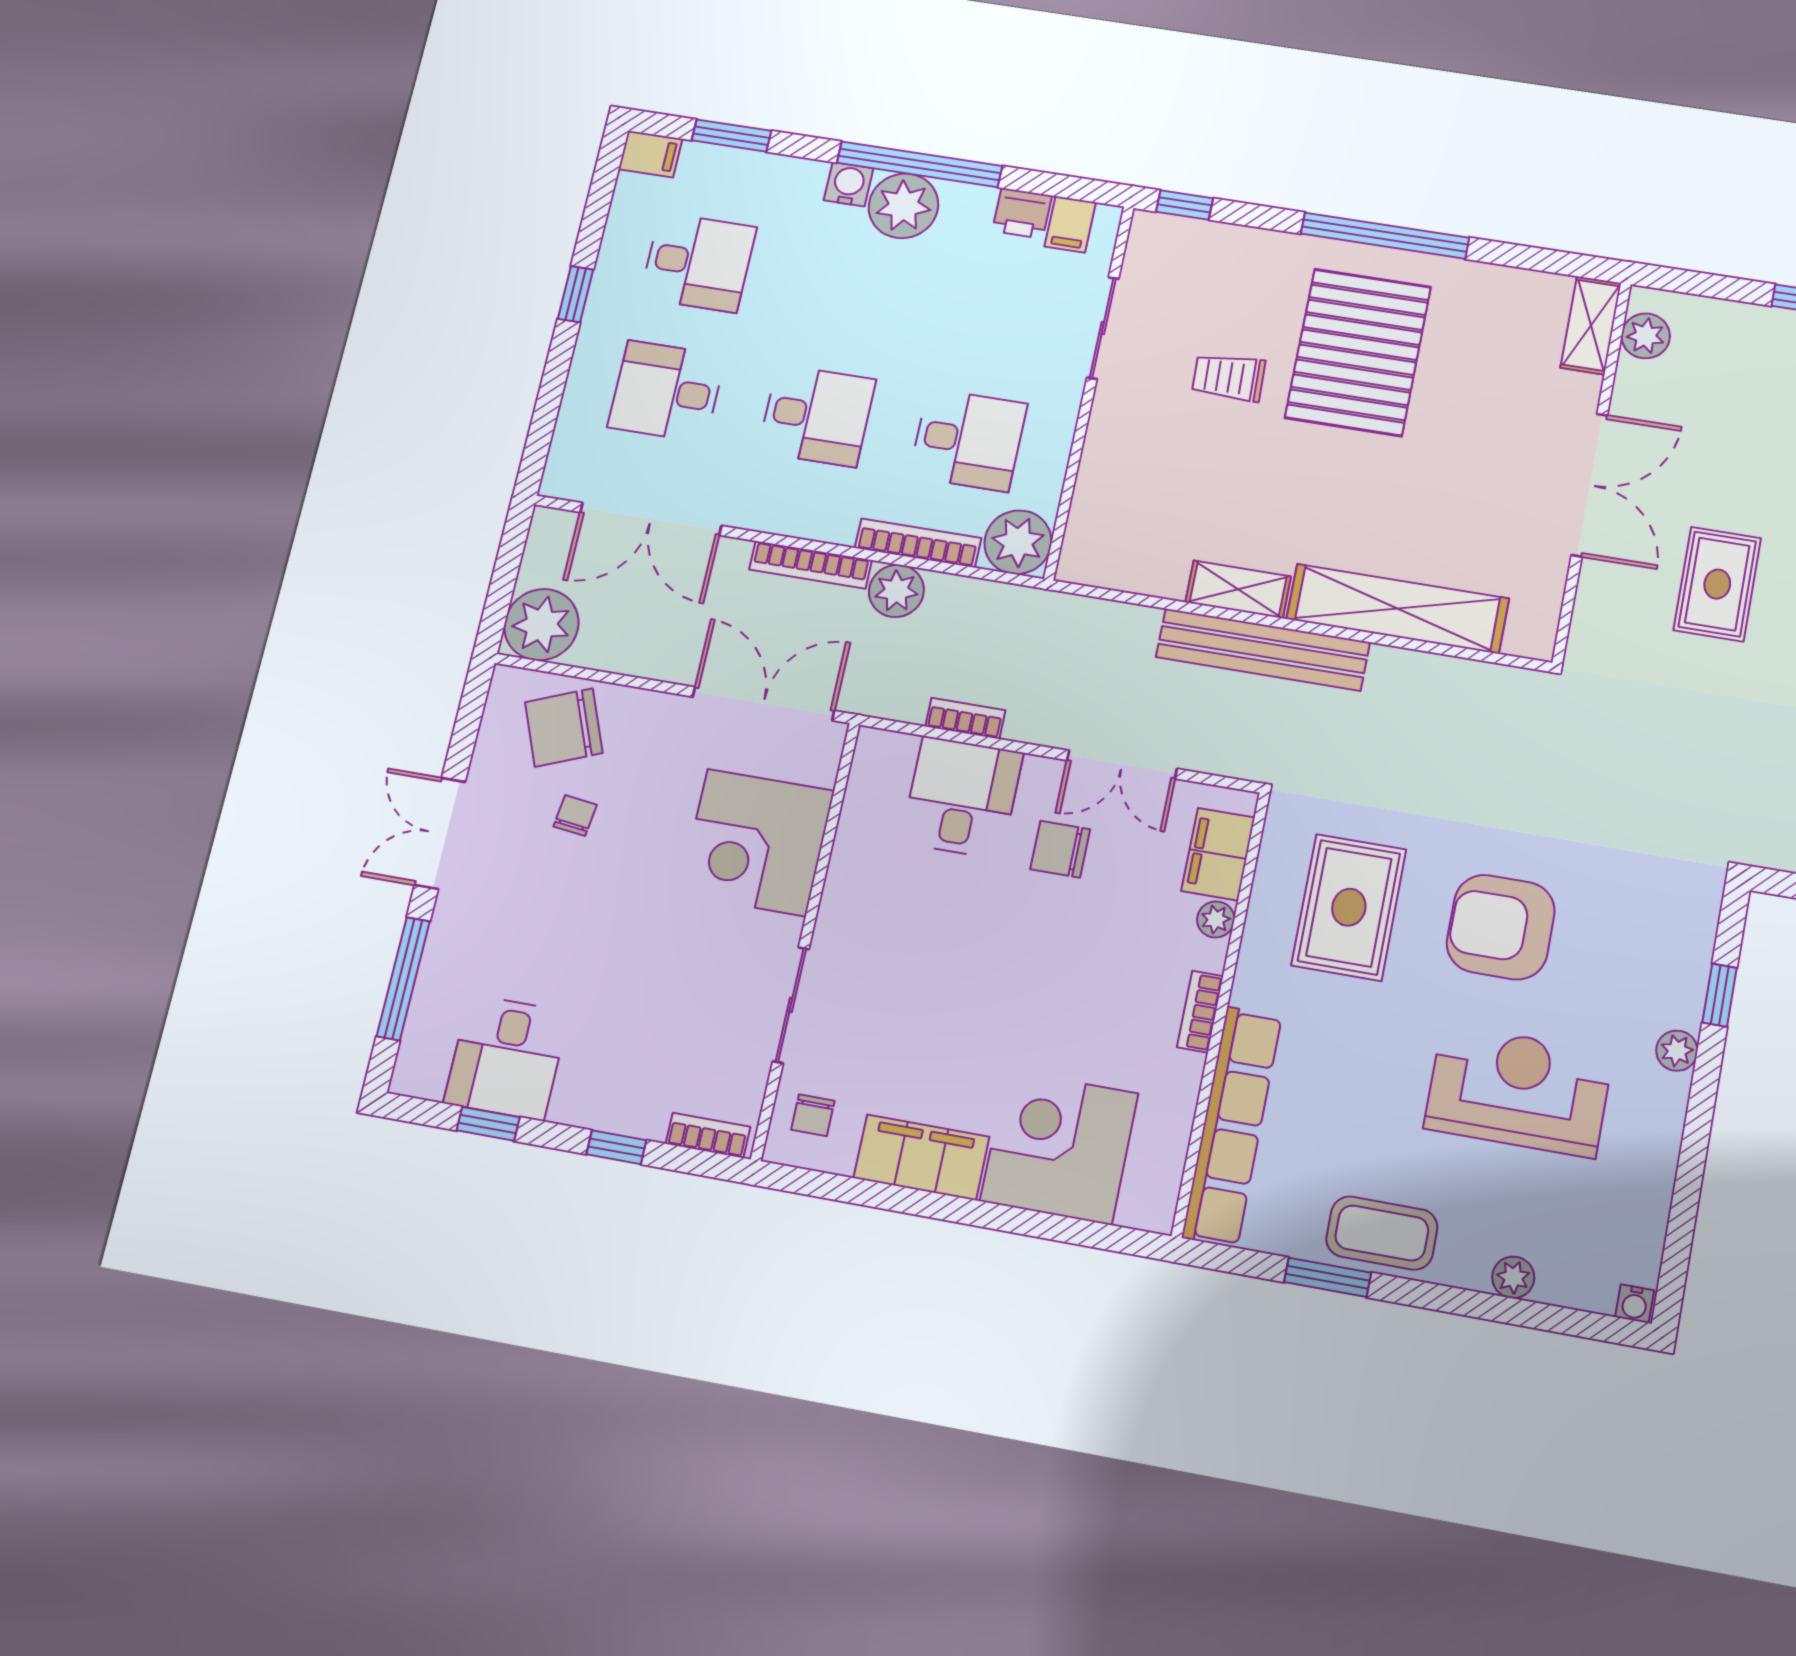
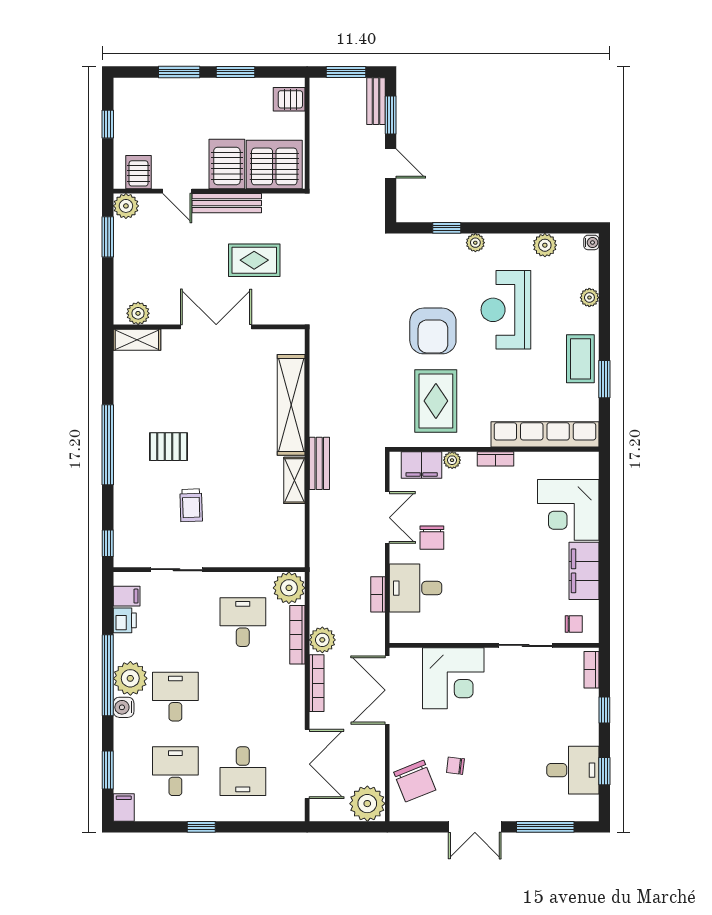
pallet: (1358, 352) -> (168, 447), width x0.49, depth x0.50
desk: (817, 416) -> (175, 697), moved
bench: (1263, 650) -> (319, 463), width x0.54, depth x0.82
rug: (1349, 907) -> (436, 401), turned 90
plant: (1646, 1200) -> (545, 245), added

